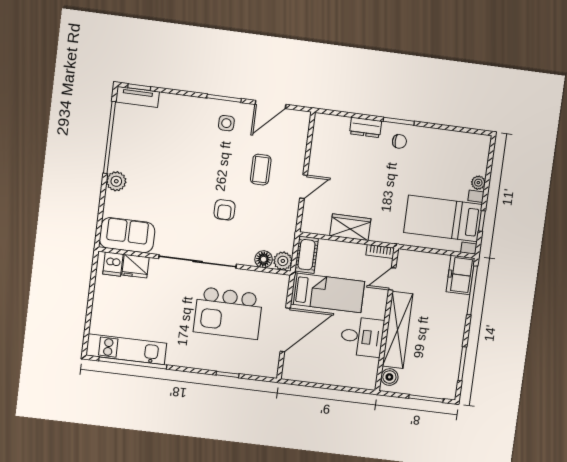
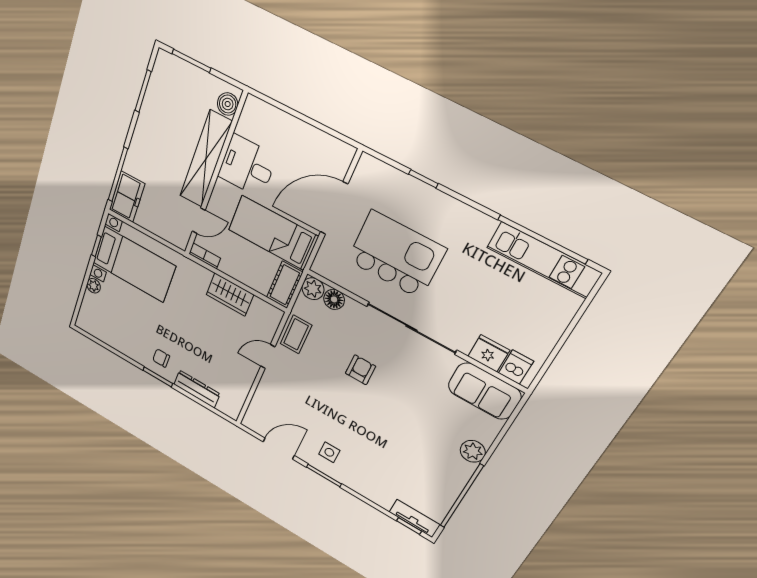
dresser: (366, 127) -> (197, 389), width x1.44
coffee table: (261, 170) -> (296, 334), moved

